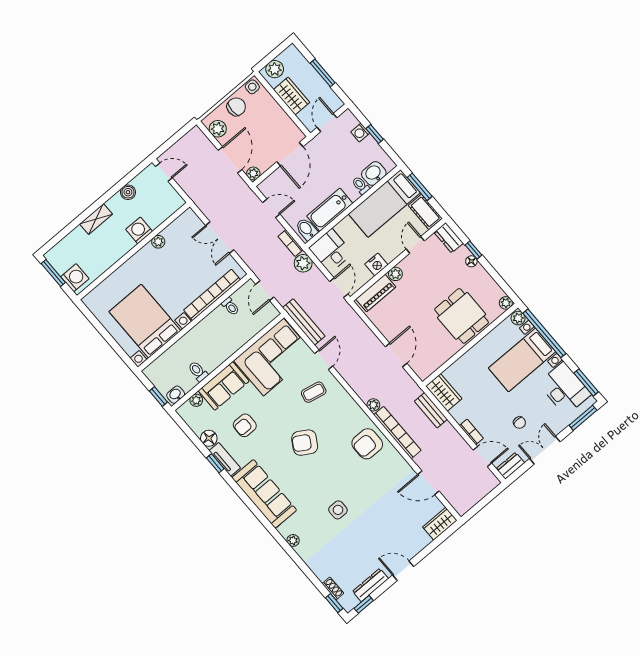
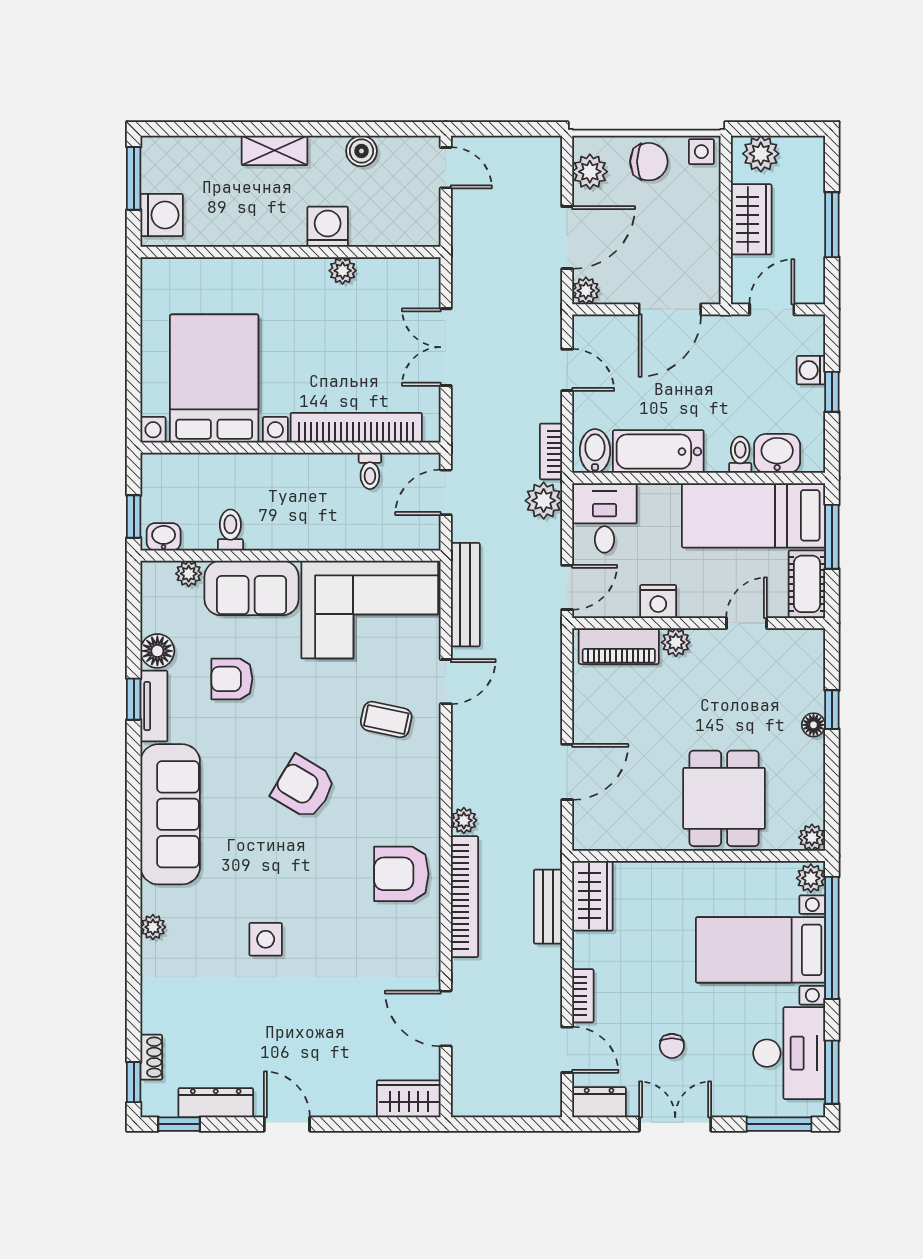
dresser: (449, 238) -> (809, 657), removed

